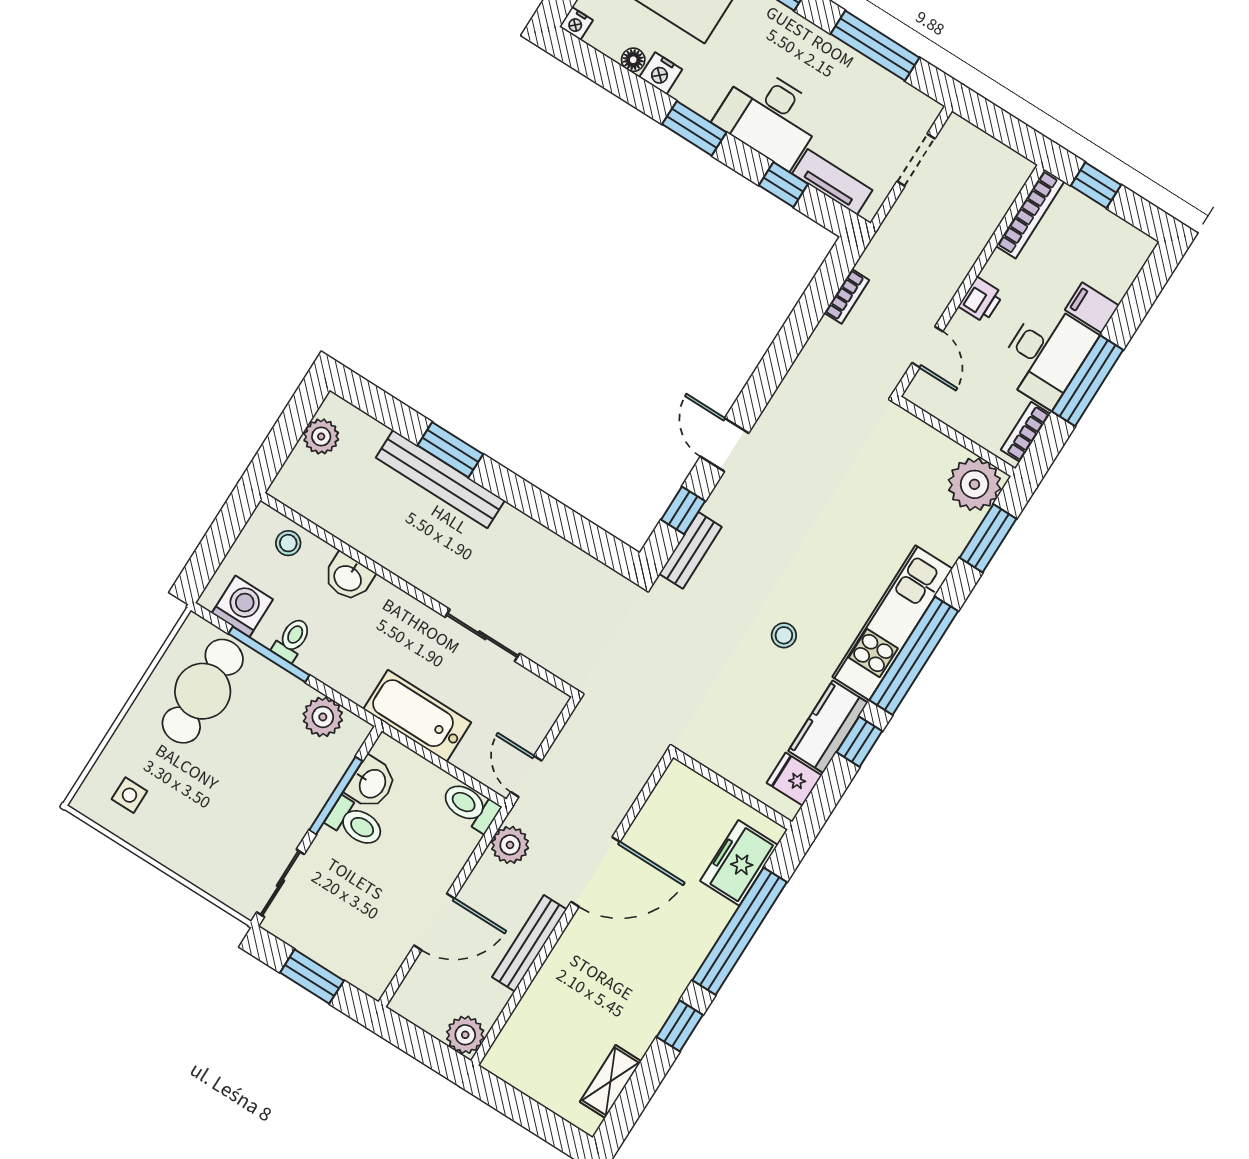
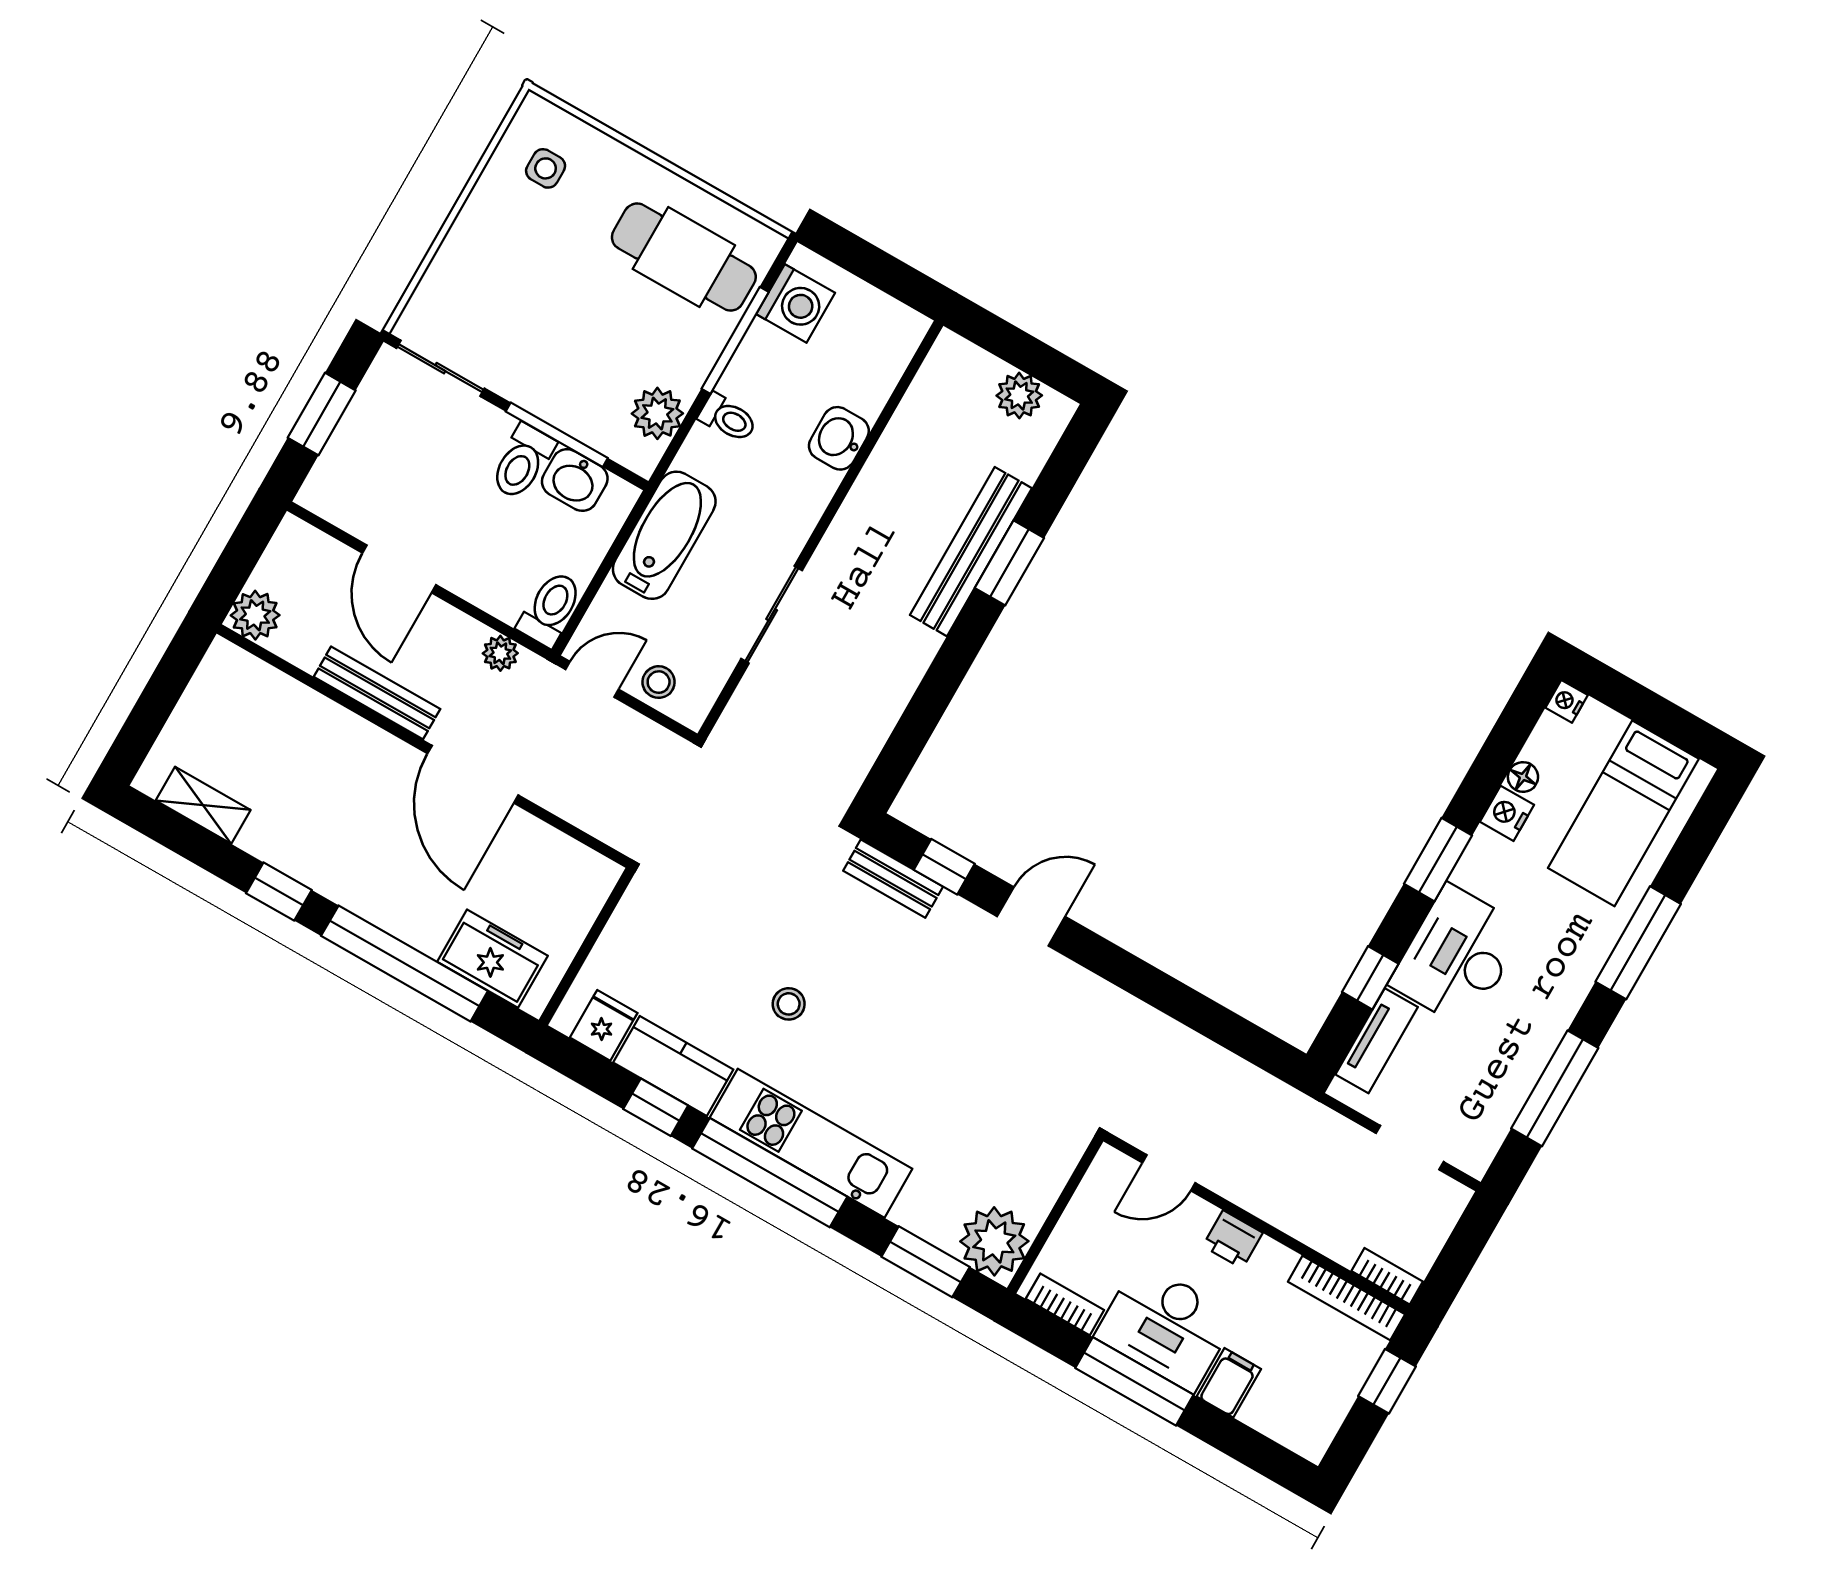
bookcase: (847, 296) -> (1387, 1276), moved, turned 180
stool: (288, 543) -> (659, 682), moved
toilet: (292, 639) -> (728, 418), moved
plant: (510, 845) -> (500, 653), width x0.73, depth x0.73

